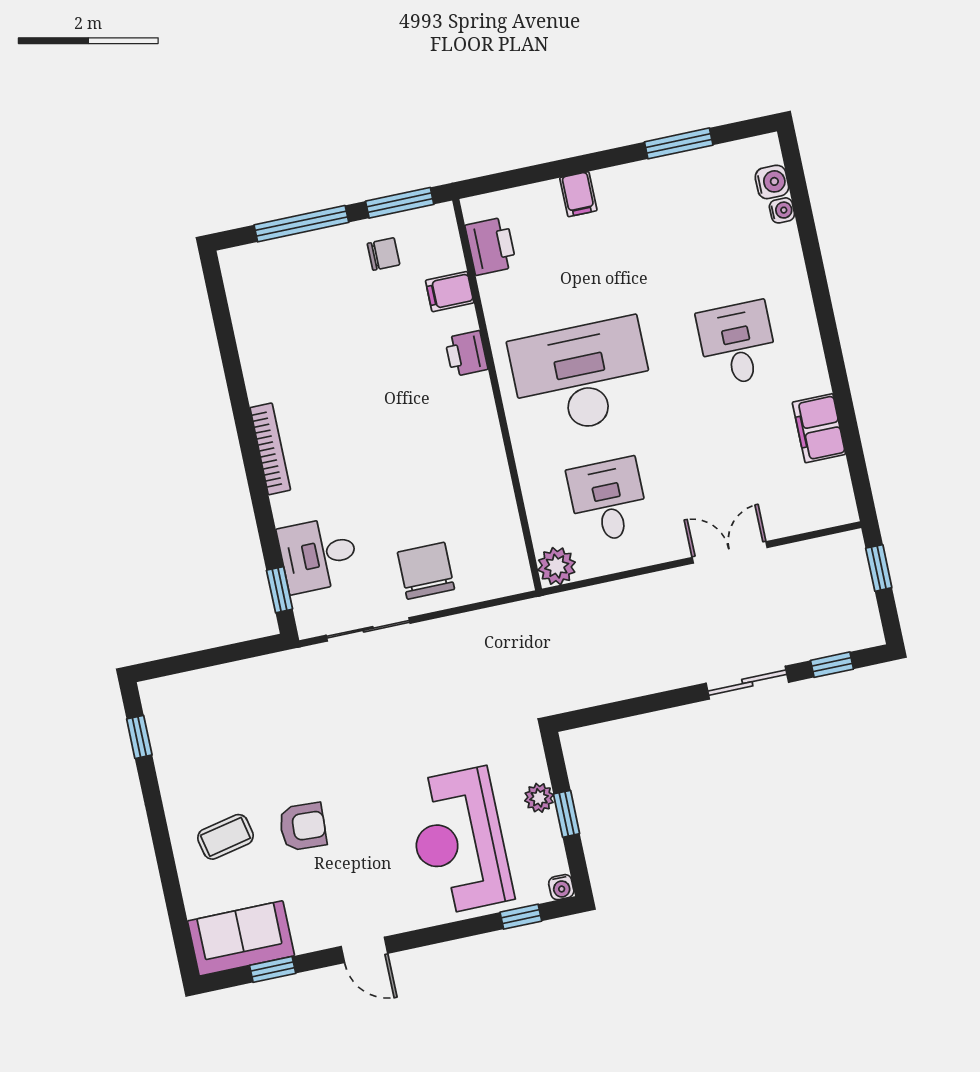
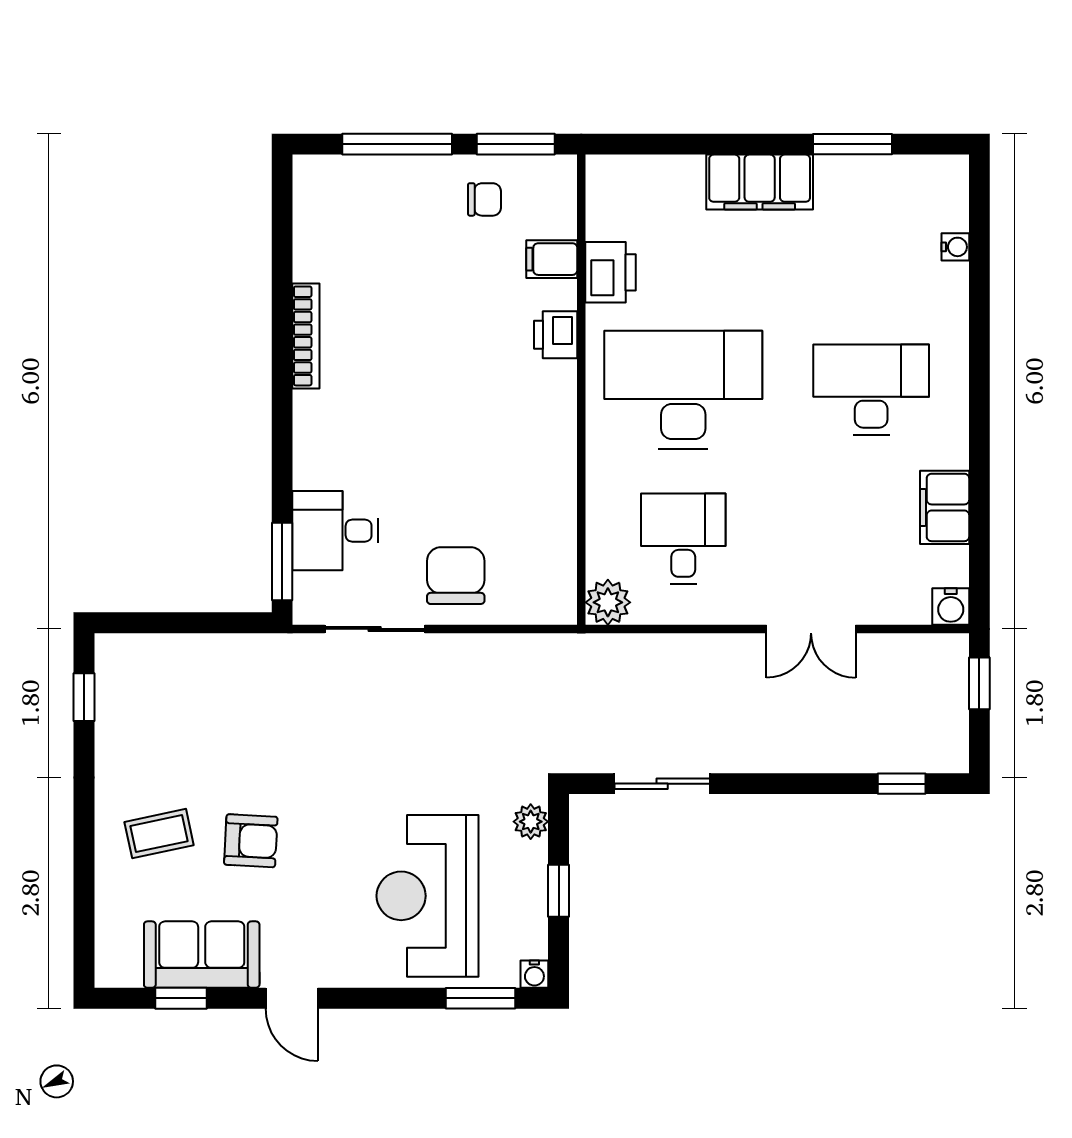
water cooler: (772, 182) -> (951, 607), moved, turned 90
filing cabinet: (578, 194) -> (760, 182), width x3.00, depth x1.17
printer: (491, 246) -> (610, 272), moved
desk: (737, 344) -> (871, 390), width x1.37
bookcase: (270, 449) -> (306, 336), moved
double door: (730, 552) -> (811, 629), swing flipped
window: (280, 590) -> (282, 561), width x1.50
sliding door: (747, 683) -> (662, 784), moved
plant: (539, 798) -> (531, 822), moved
window: (521, 917) -> (480, 998), width x1.50
sofa: (241, 938) -> (202, 955), moved

